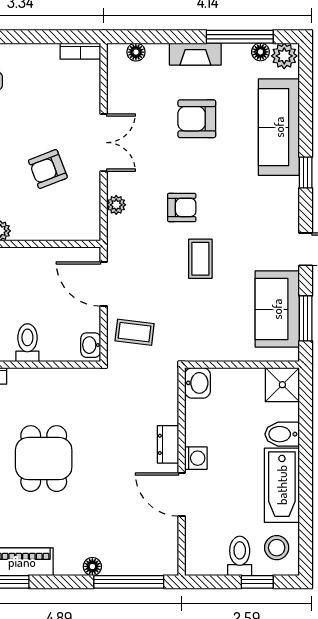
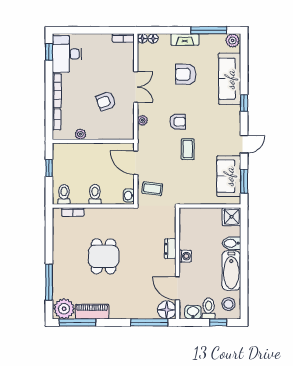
floor lamp: (260, 52) -> (142, 38), moved
washbasin: (198, 383) -> (193, 312), moved, turned -90
door: (182, 495) -> (178, 288), moved
floor lamp: (92, 566) -> (167, 310), moved, width x1.89, depth x1.89

